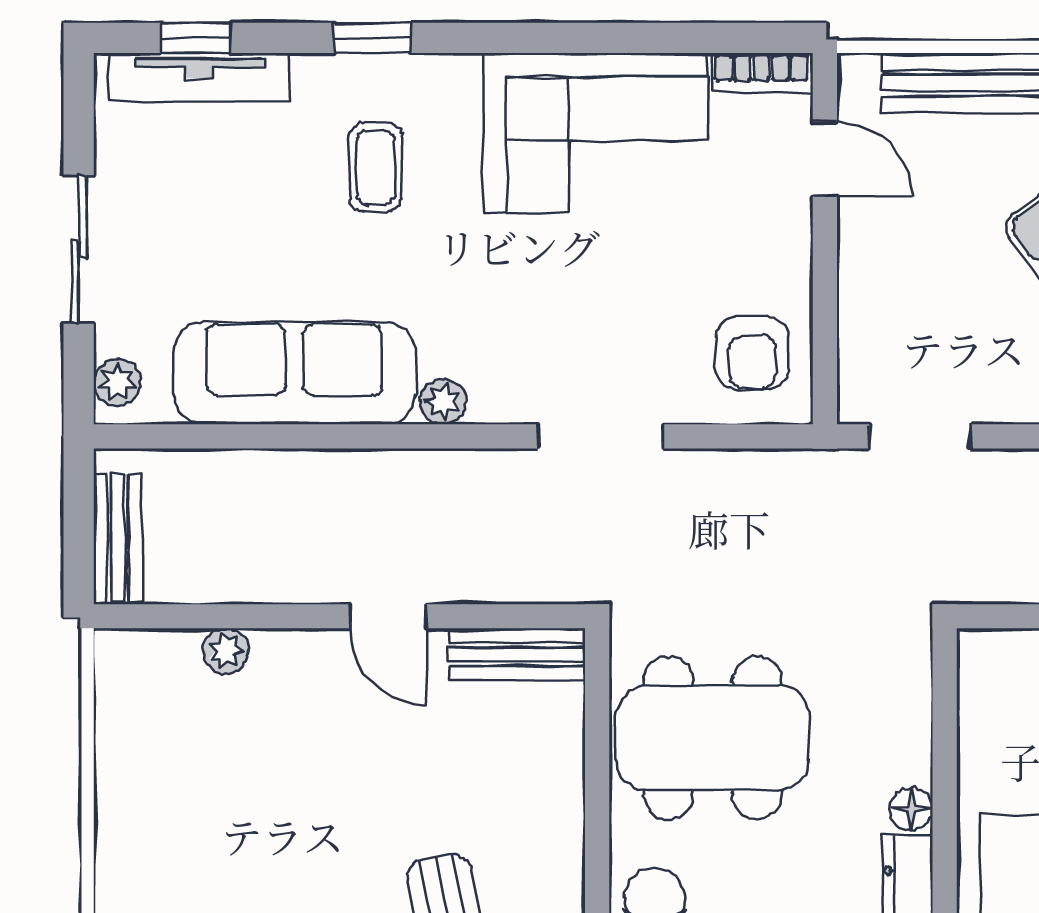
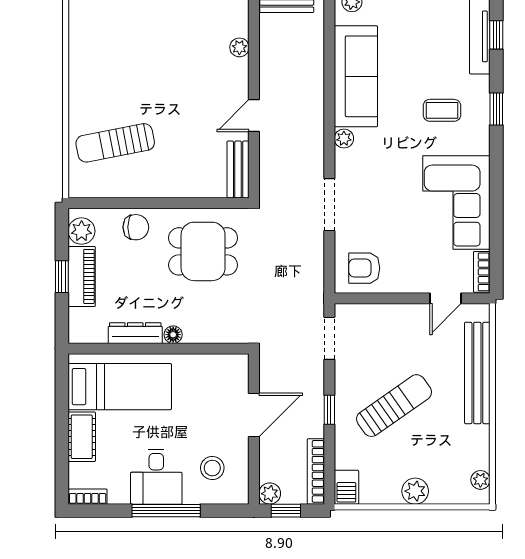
dining table: (713, 738) -> (203, 251), width x0.73

